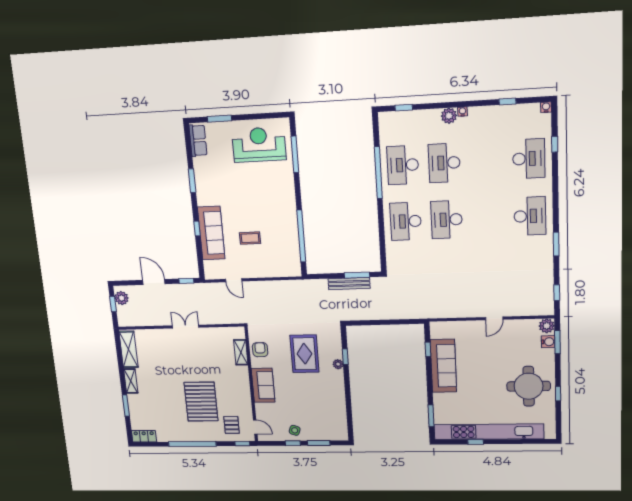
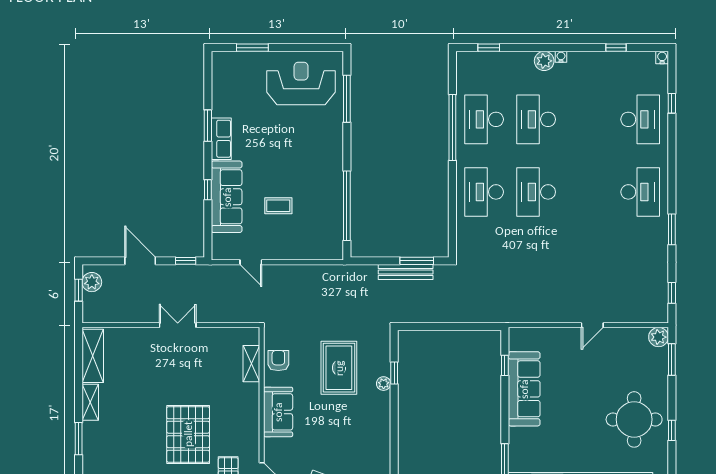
row of seats: (198, 140) -> (221, 139), moved
water cooler: (548, 342) -> (660, 359), removed

